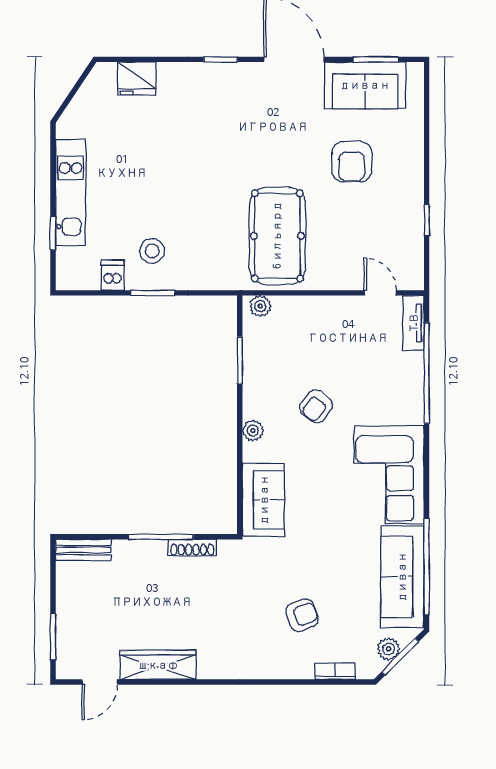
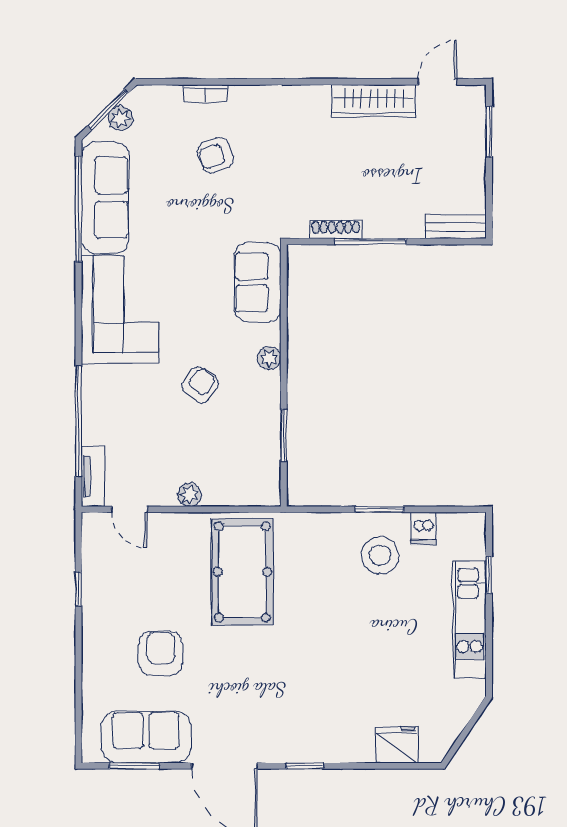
stool: (152, 251) -> (380, 555), width x1.38, depth x1.38
plant: (260, 306) -> (189, 495), moved
bookcase: (335, 671) -> (206, 94), moved

